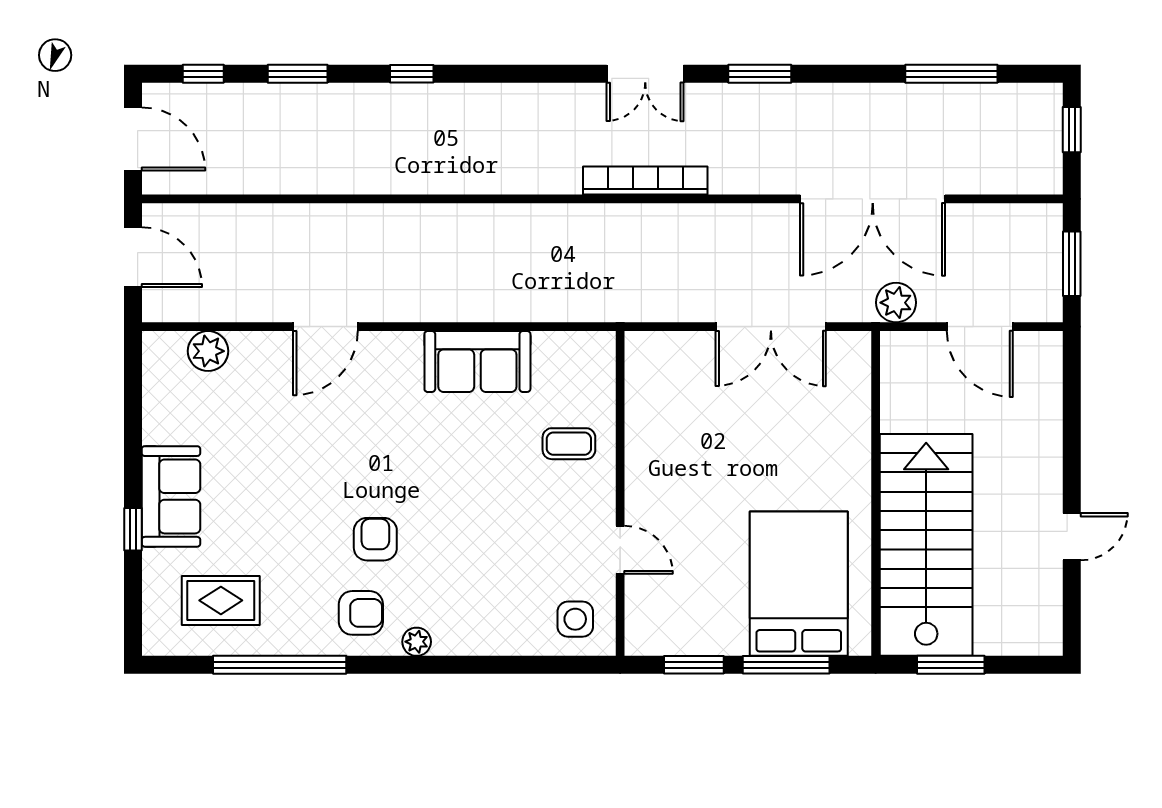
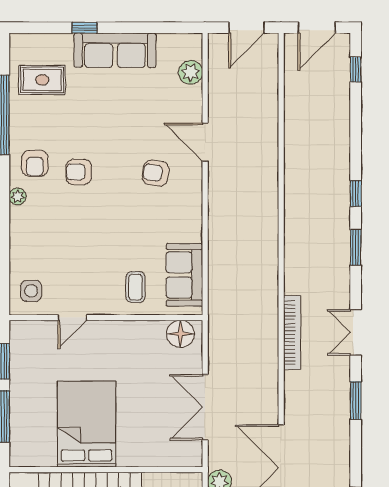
window: (298, 74) -> (356, 247), moved
sofa: (477, 362) -> (184, 275), moved
floor lamp: (647, 368) -> (181, 334), added
armchair: (377, 410) -> (156, 173), added
sofa: (171, 496) -> (115, 50), width x1.36
armchair: (375, 539) -> (79, 172), turned 180
bed: (799, 584) -> (87, 424), moved, turned -90
rug: (221, 600) -> (42, 80), turned 90

